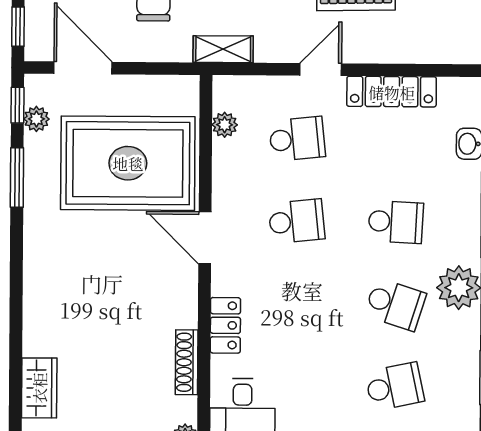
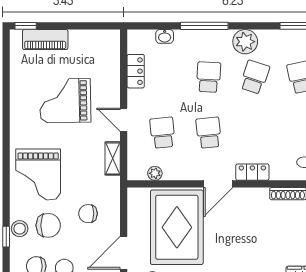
shelving: (223, 49) -> (113, 158), moved
locker: (392, 92) -> (136, 71), width x0.66
locker: (225, 325) -> (252, 172), moved

